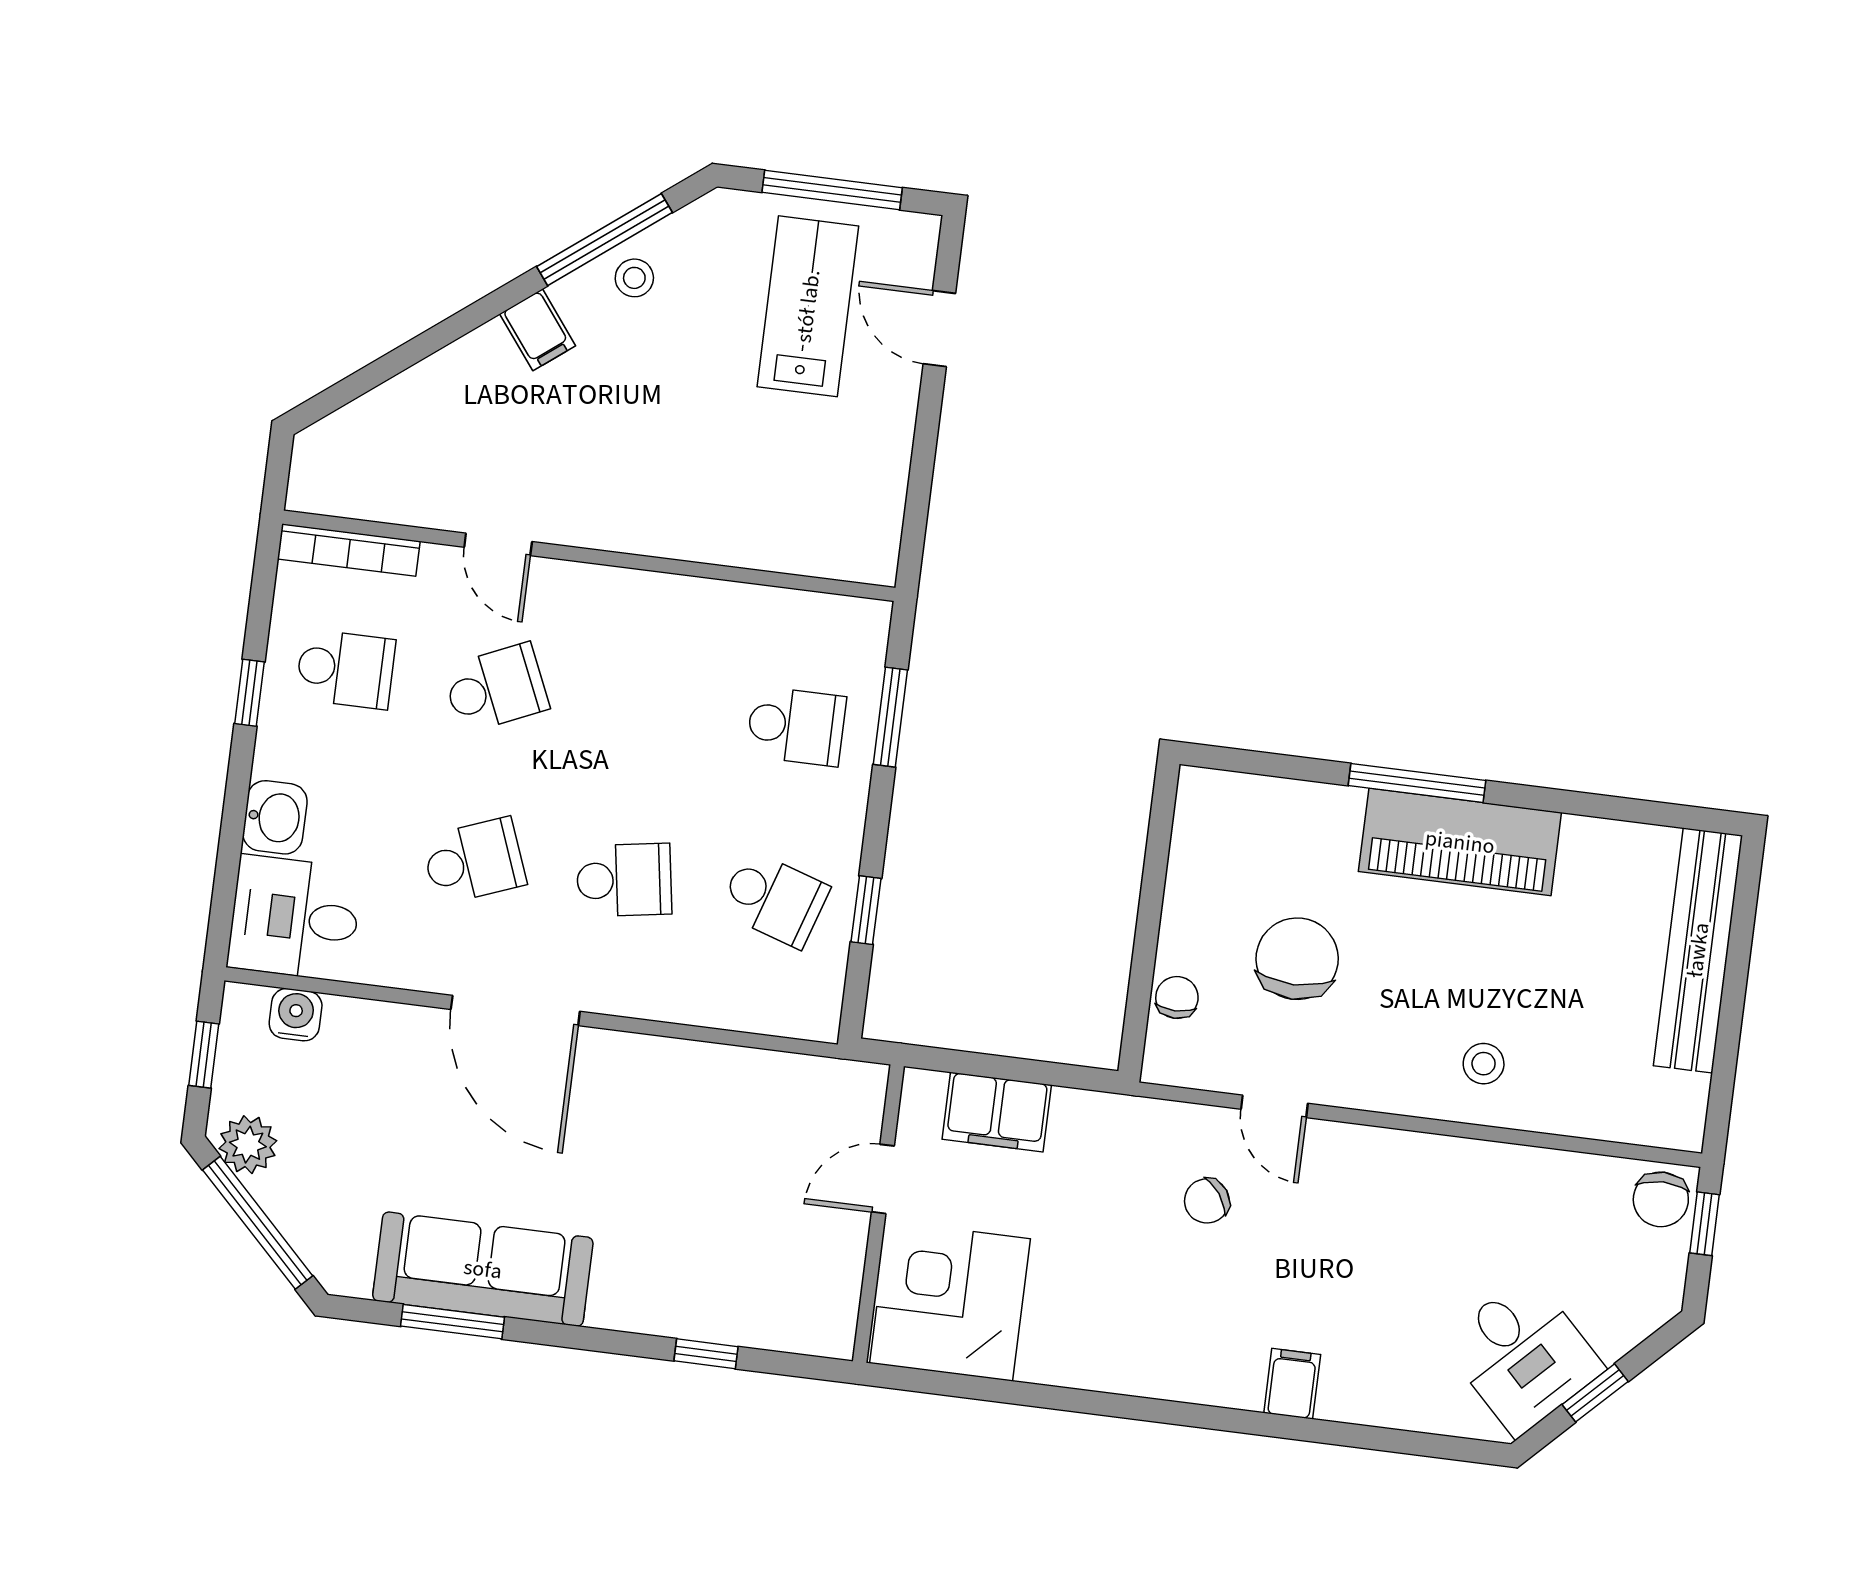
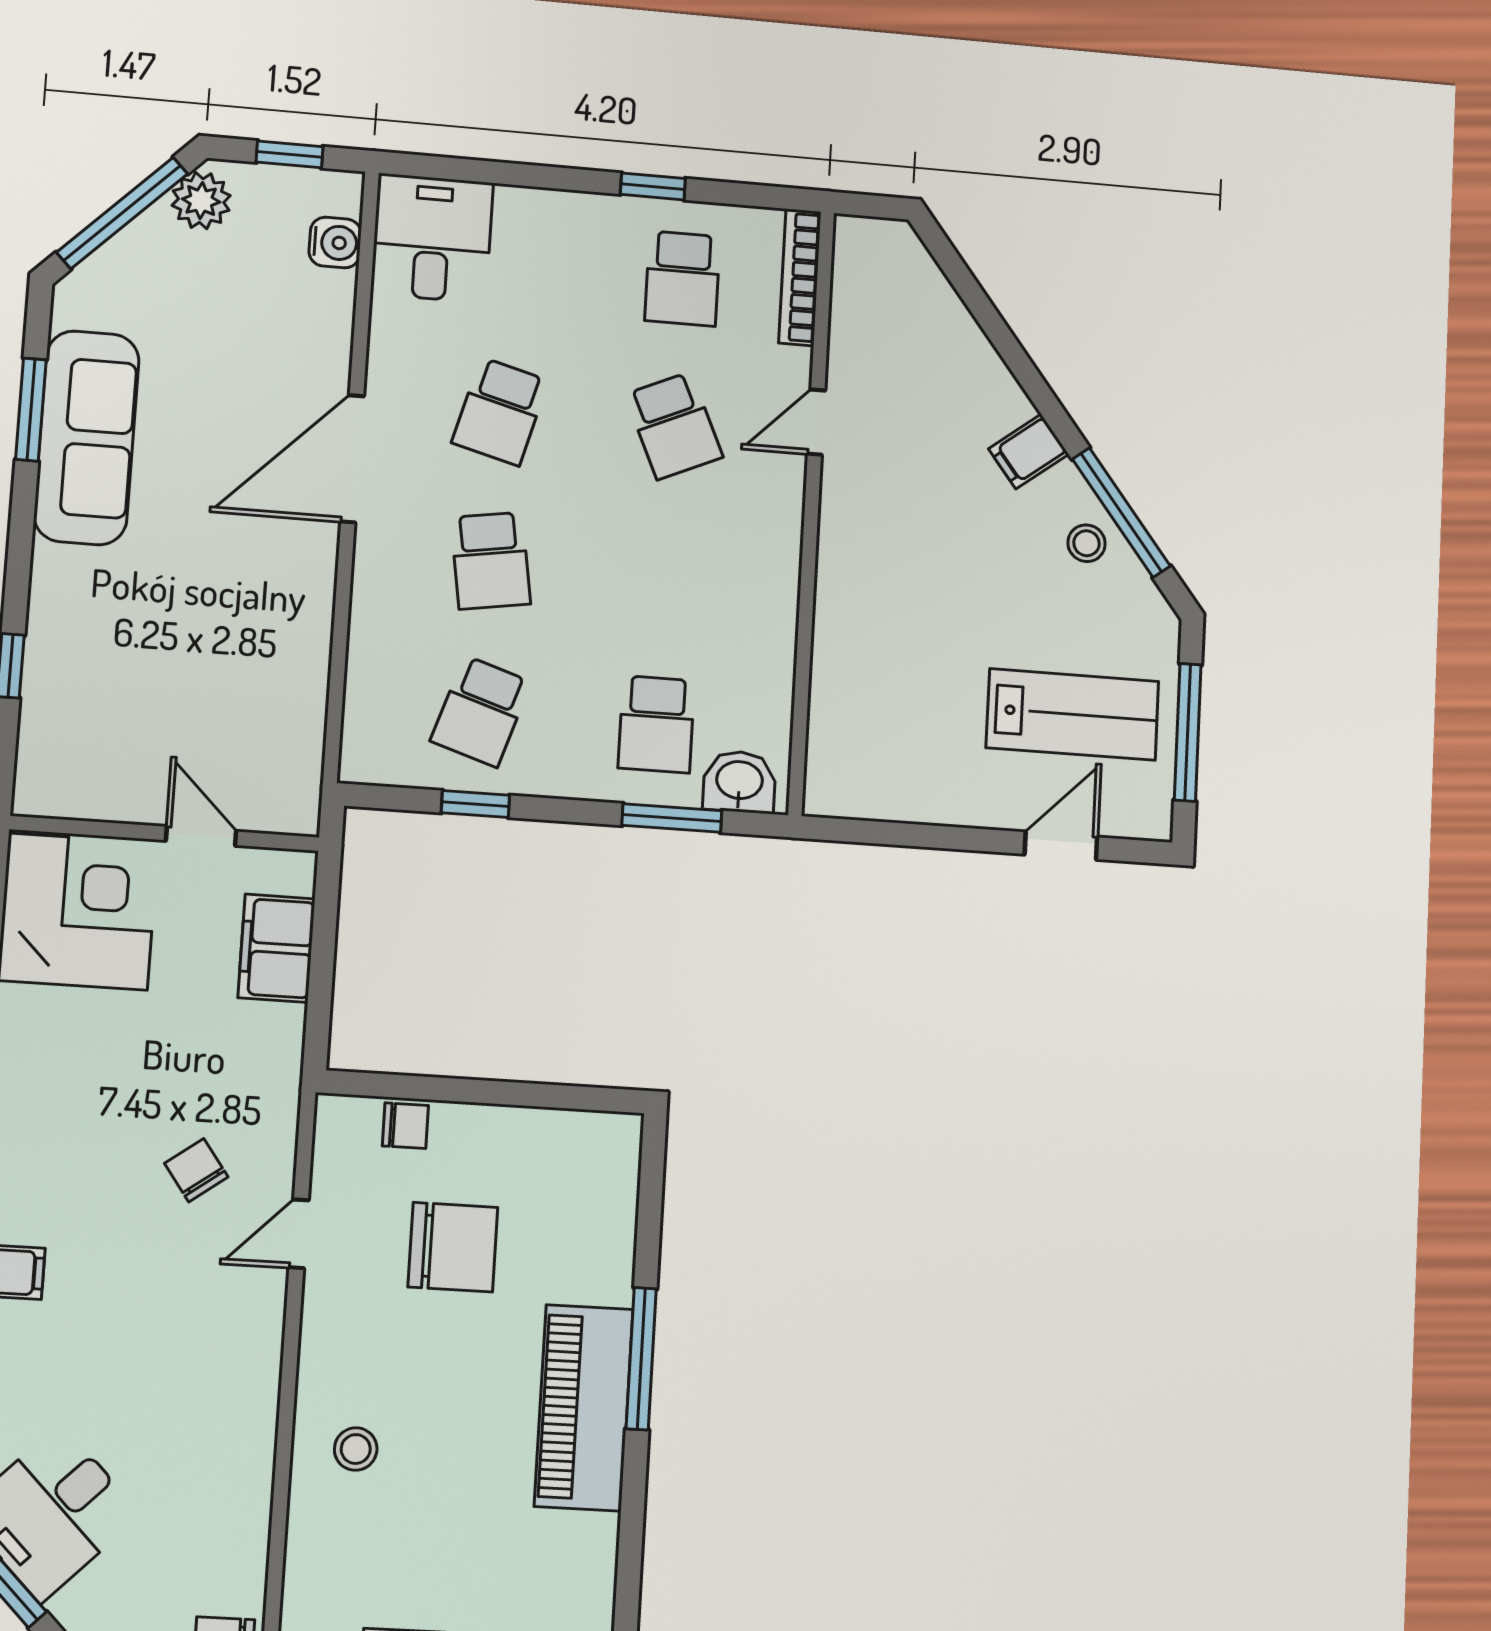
washbasin: (275, 817) -> (739, 782), moved, turned 180
school desk: (474, 861) -> (500, 411), turned 36

